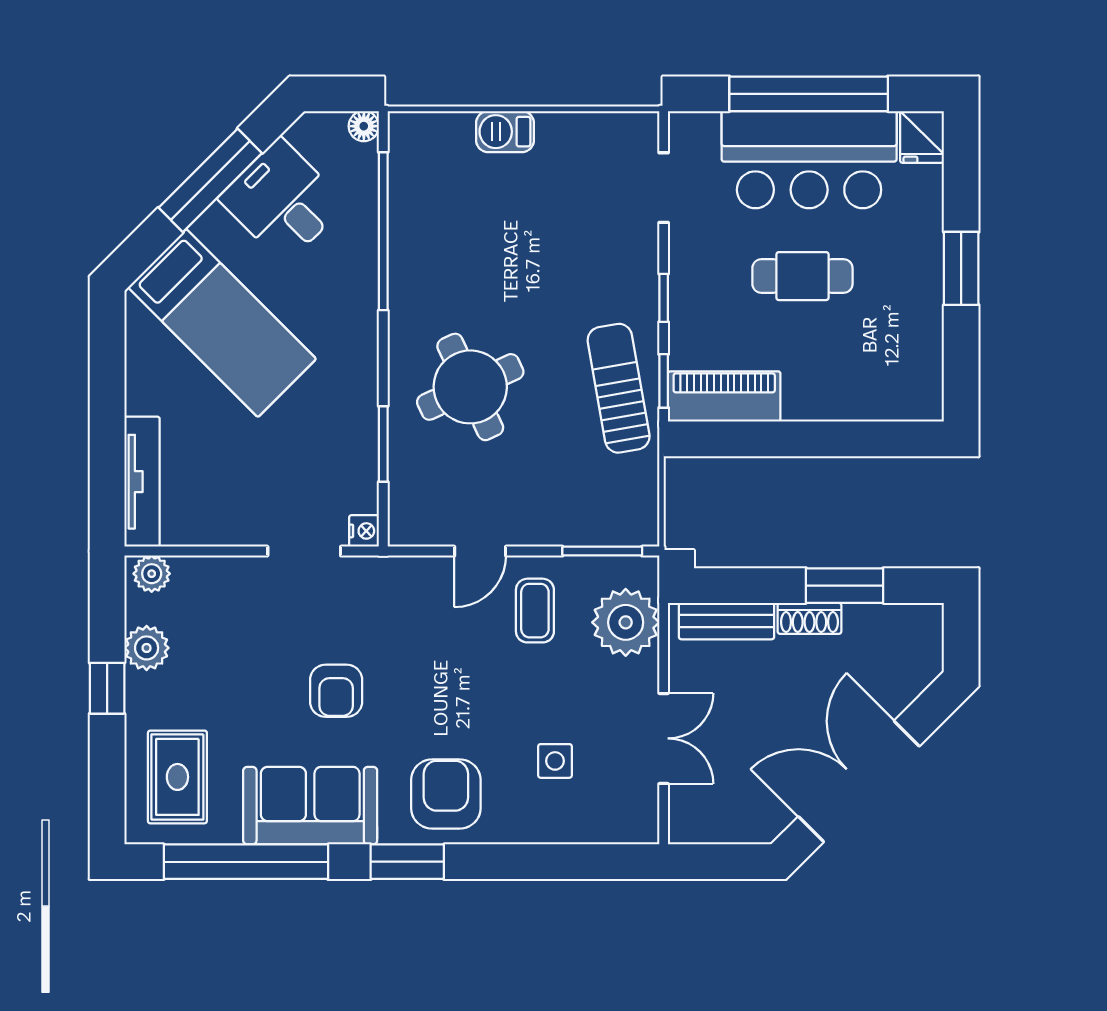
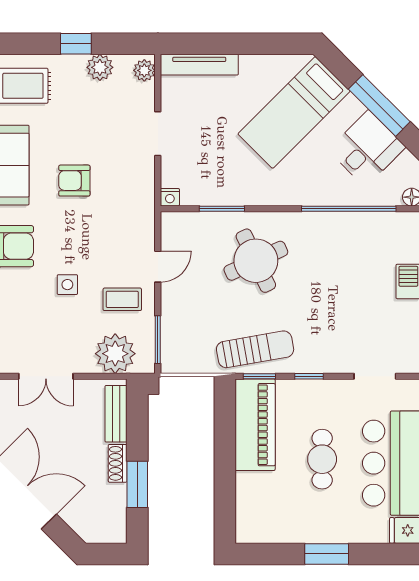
piano: (724, 396) -> (255, 425), width x1.37, depth x1.33
doorway: (304, 551) -> (158, 134), moved
door: (480, 551) -> (158, 267), swing flipped
side table: (555, 761) -> (67, 285), moved

